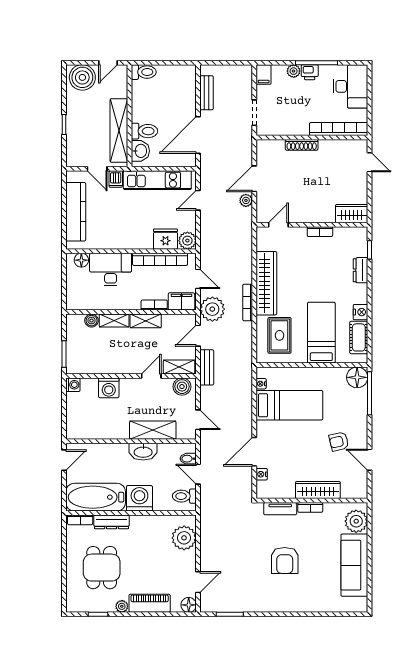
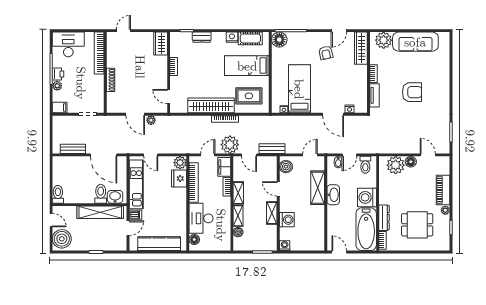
shelving: (179, 367) -> (272, 213), moved
wardrobe: (318, 490) -> (361, 48), moved
floor lamp: (189, 605) -> (411, 162), moved

